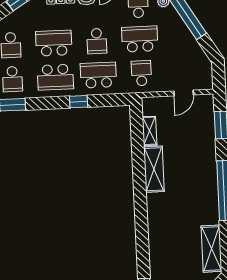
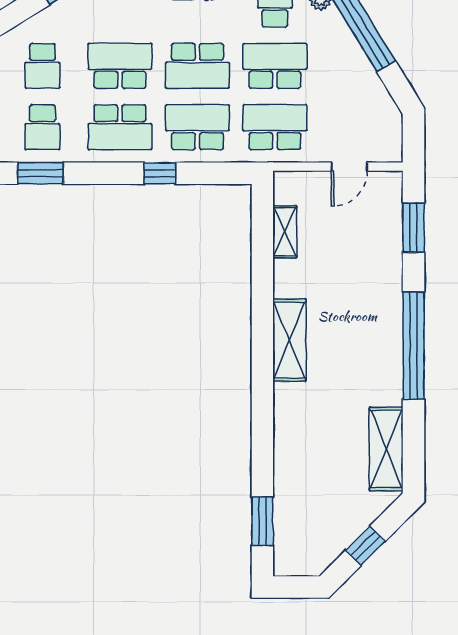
school desk: (97, 41) -> (197, 66), width x1.85
school desk: (141, 73) -> (275, 127), width x1.85
shelving: (154, 169) -> (289, 340), moved

